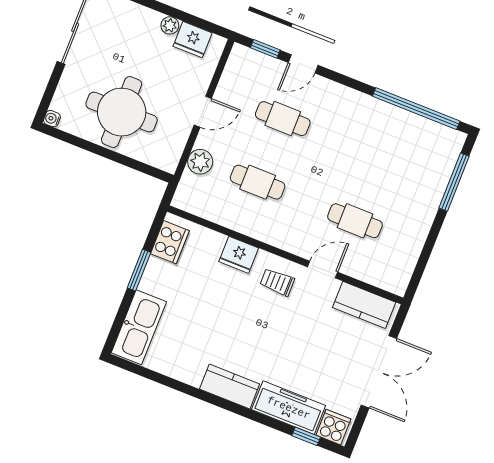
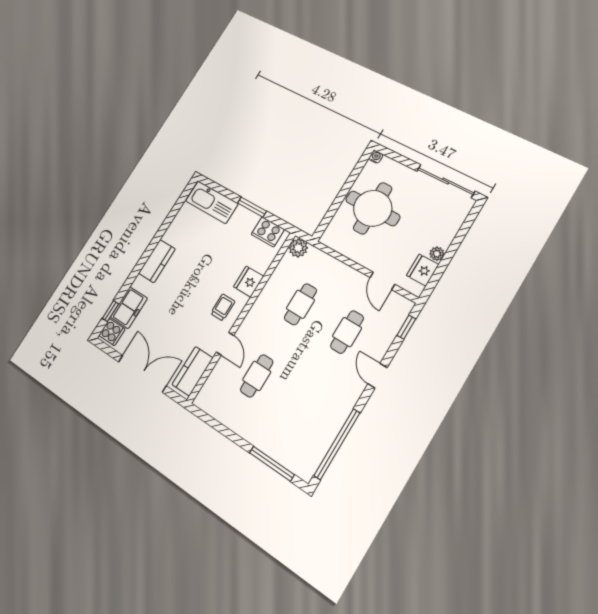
door: (303, 64) -> (378, 376), moved
door: (203, 112) -> (382, 281), moved
plant: (200, 162) -> (298, 248), moved
double door: (379, 372) -> (142, 374), swing flipped
freezer: (289, 408) -> (129, 308), width x0.71

